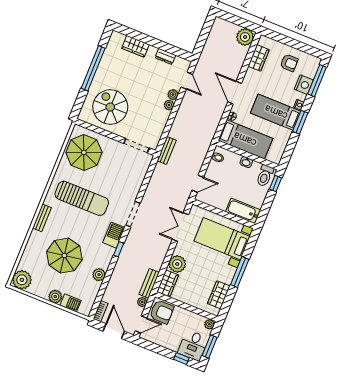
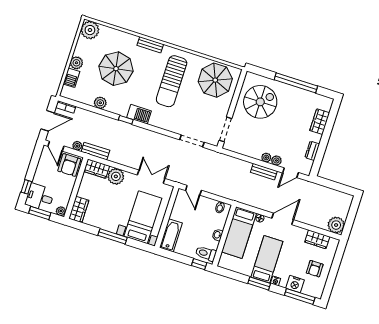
bench: (167, 150) -> (264, 172), moved
doorway: (133, 214) -> (192, 141), moved
wardrobe: (219, 295) -> (79, 209), moved, turned 90

